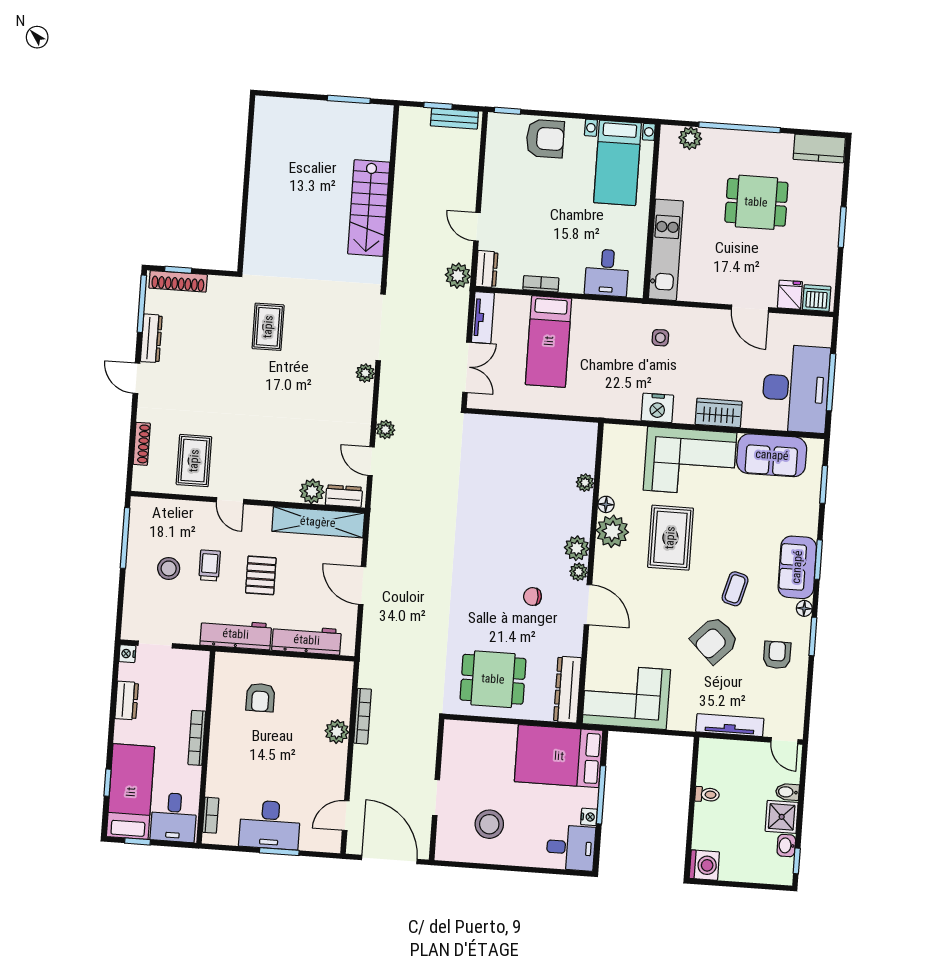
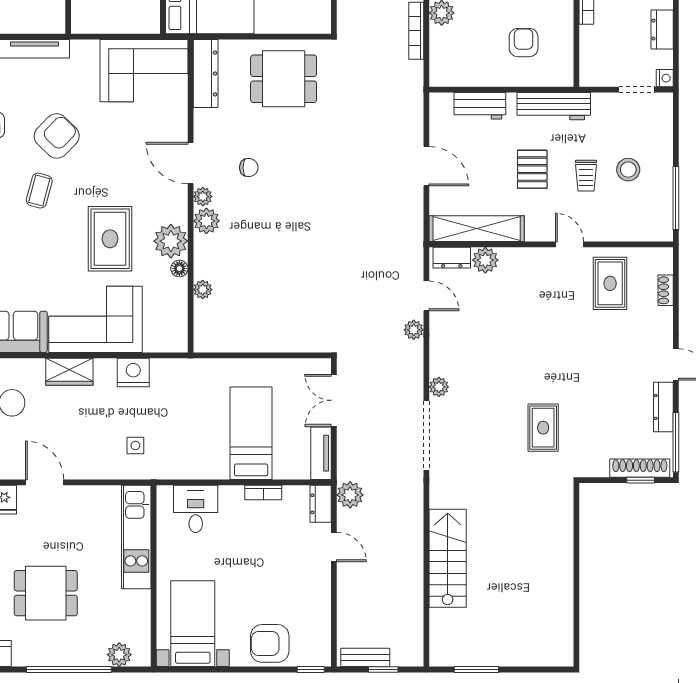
shoe rack: (142, 444) -> (666, 290), width x0.70
workbench: (307, 640) -> (480, 106), width x0.73

